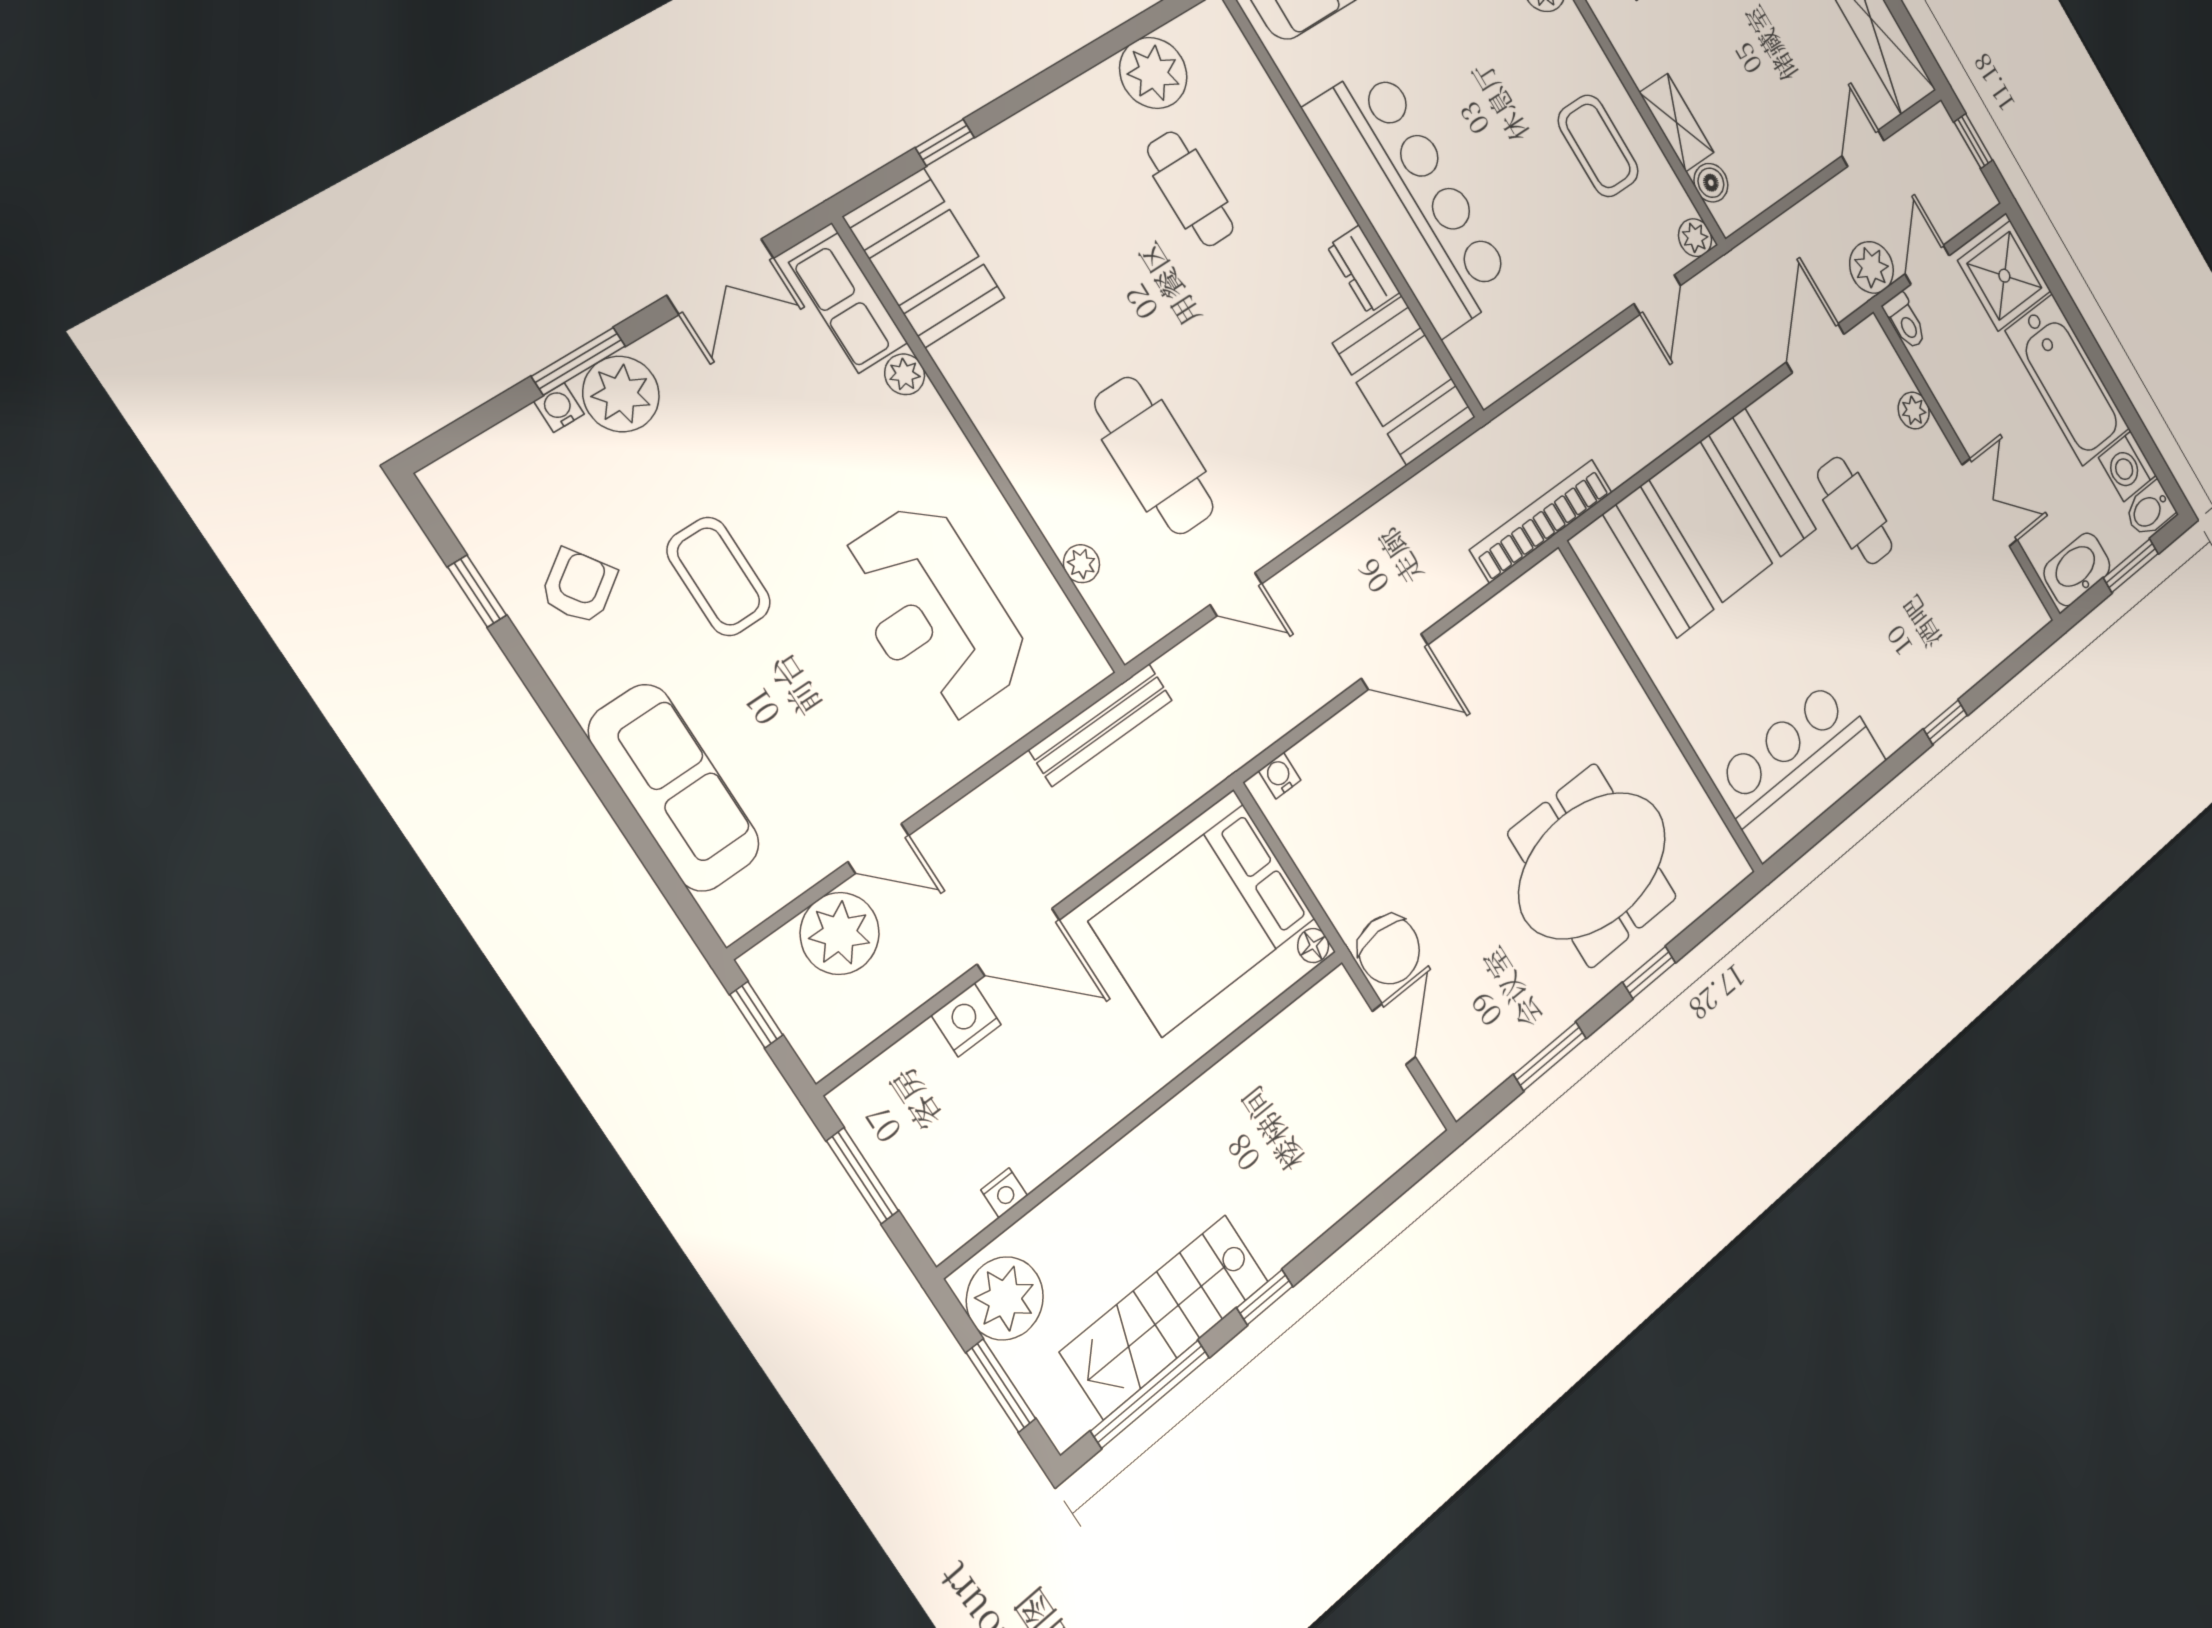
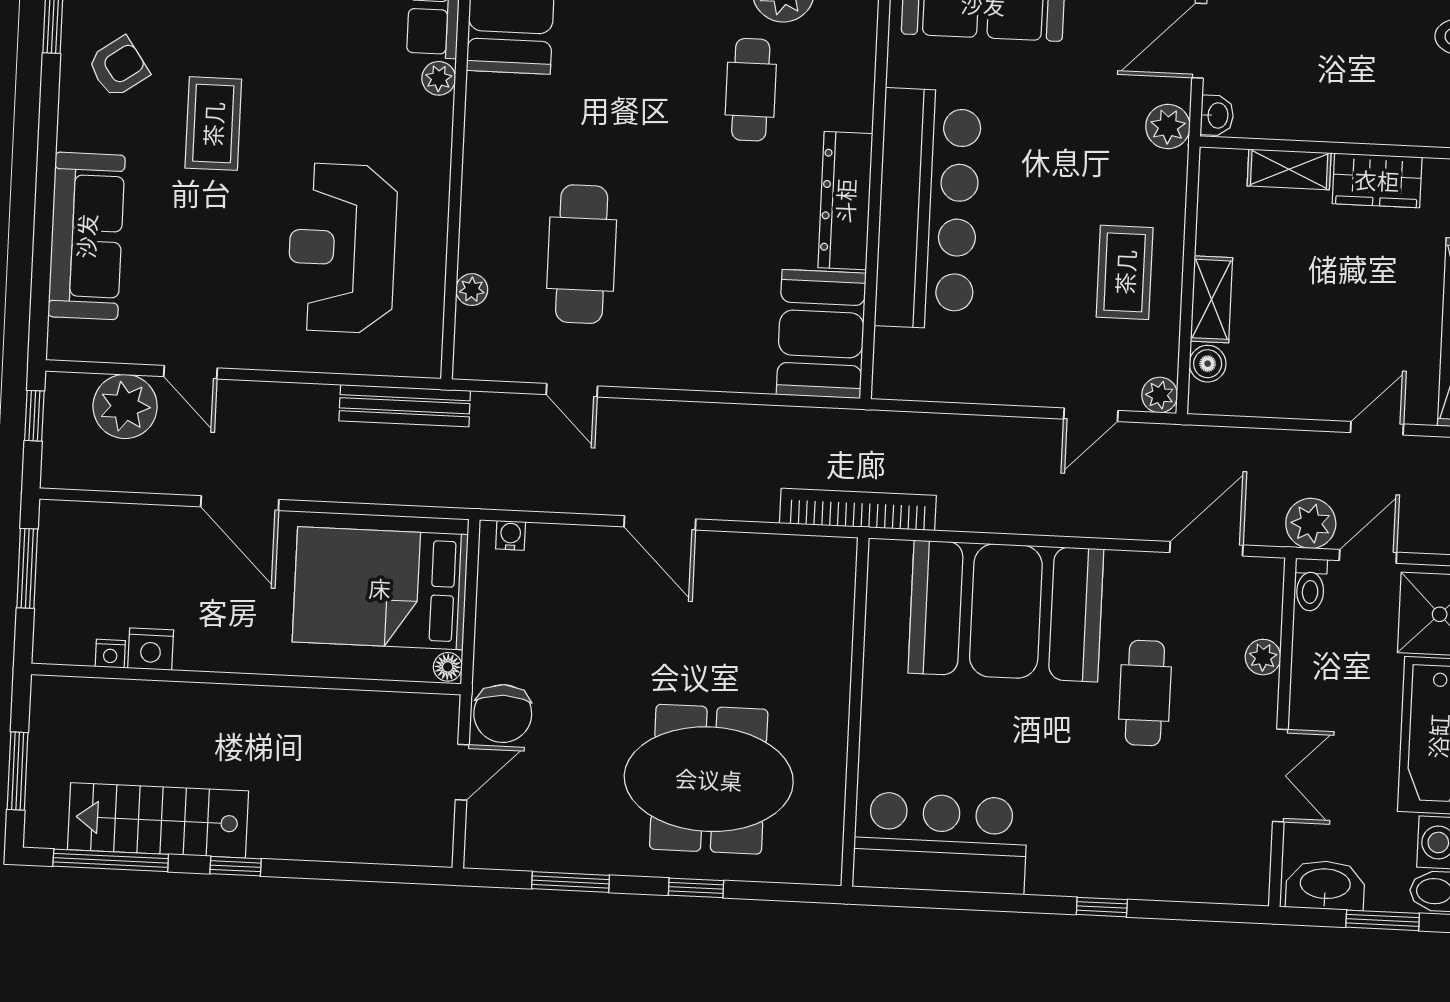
dresser: (1364, 269) -> (845, 201), width x1.96, depth x1.24
nightstand: (966, 1020) -> (151, 649), moved, turned 180
plant: (1005, 1298) -> (61, 720), removed

